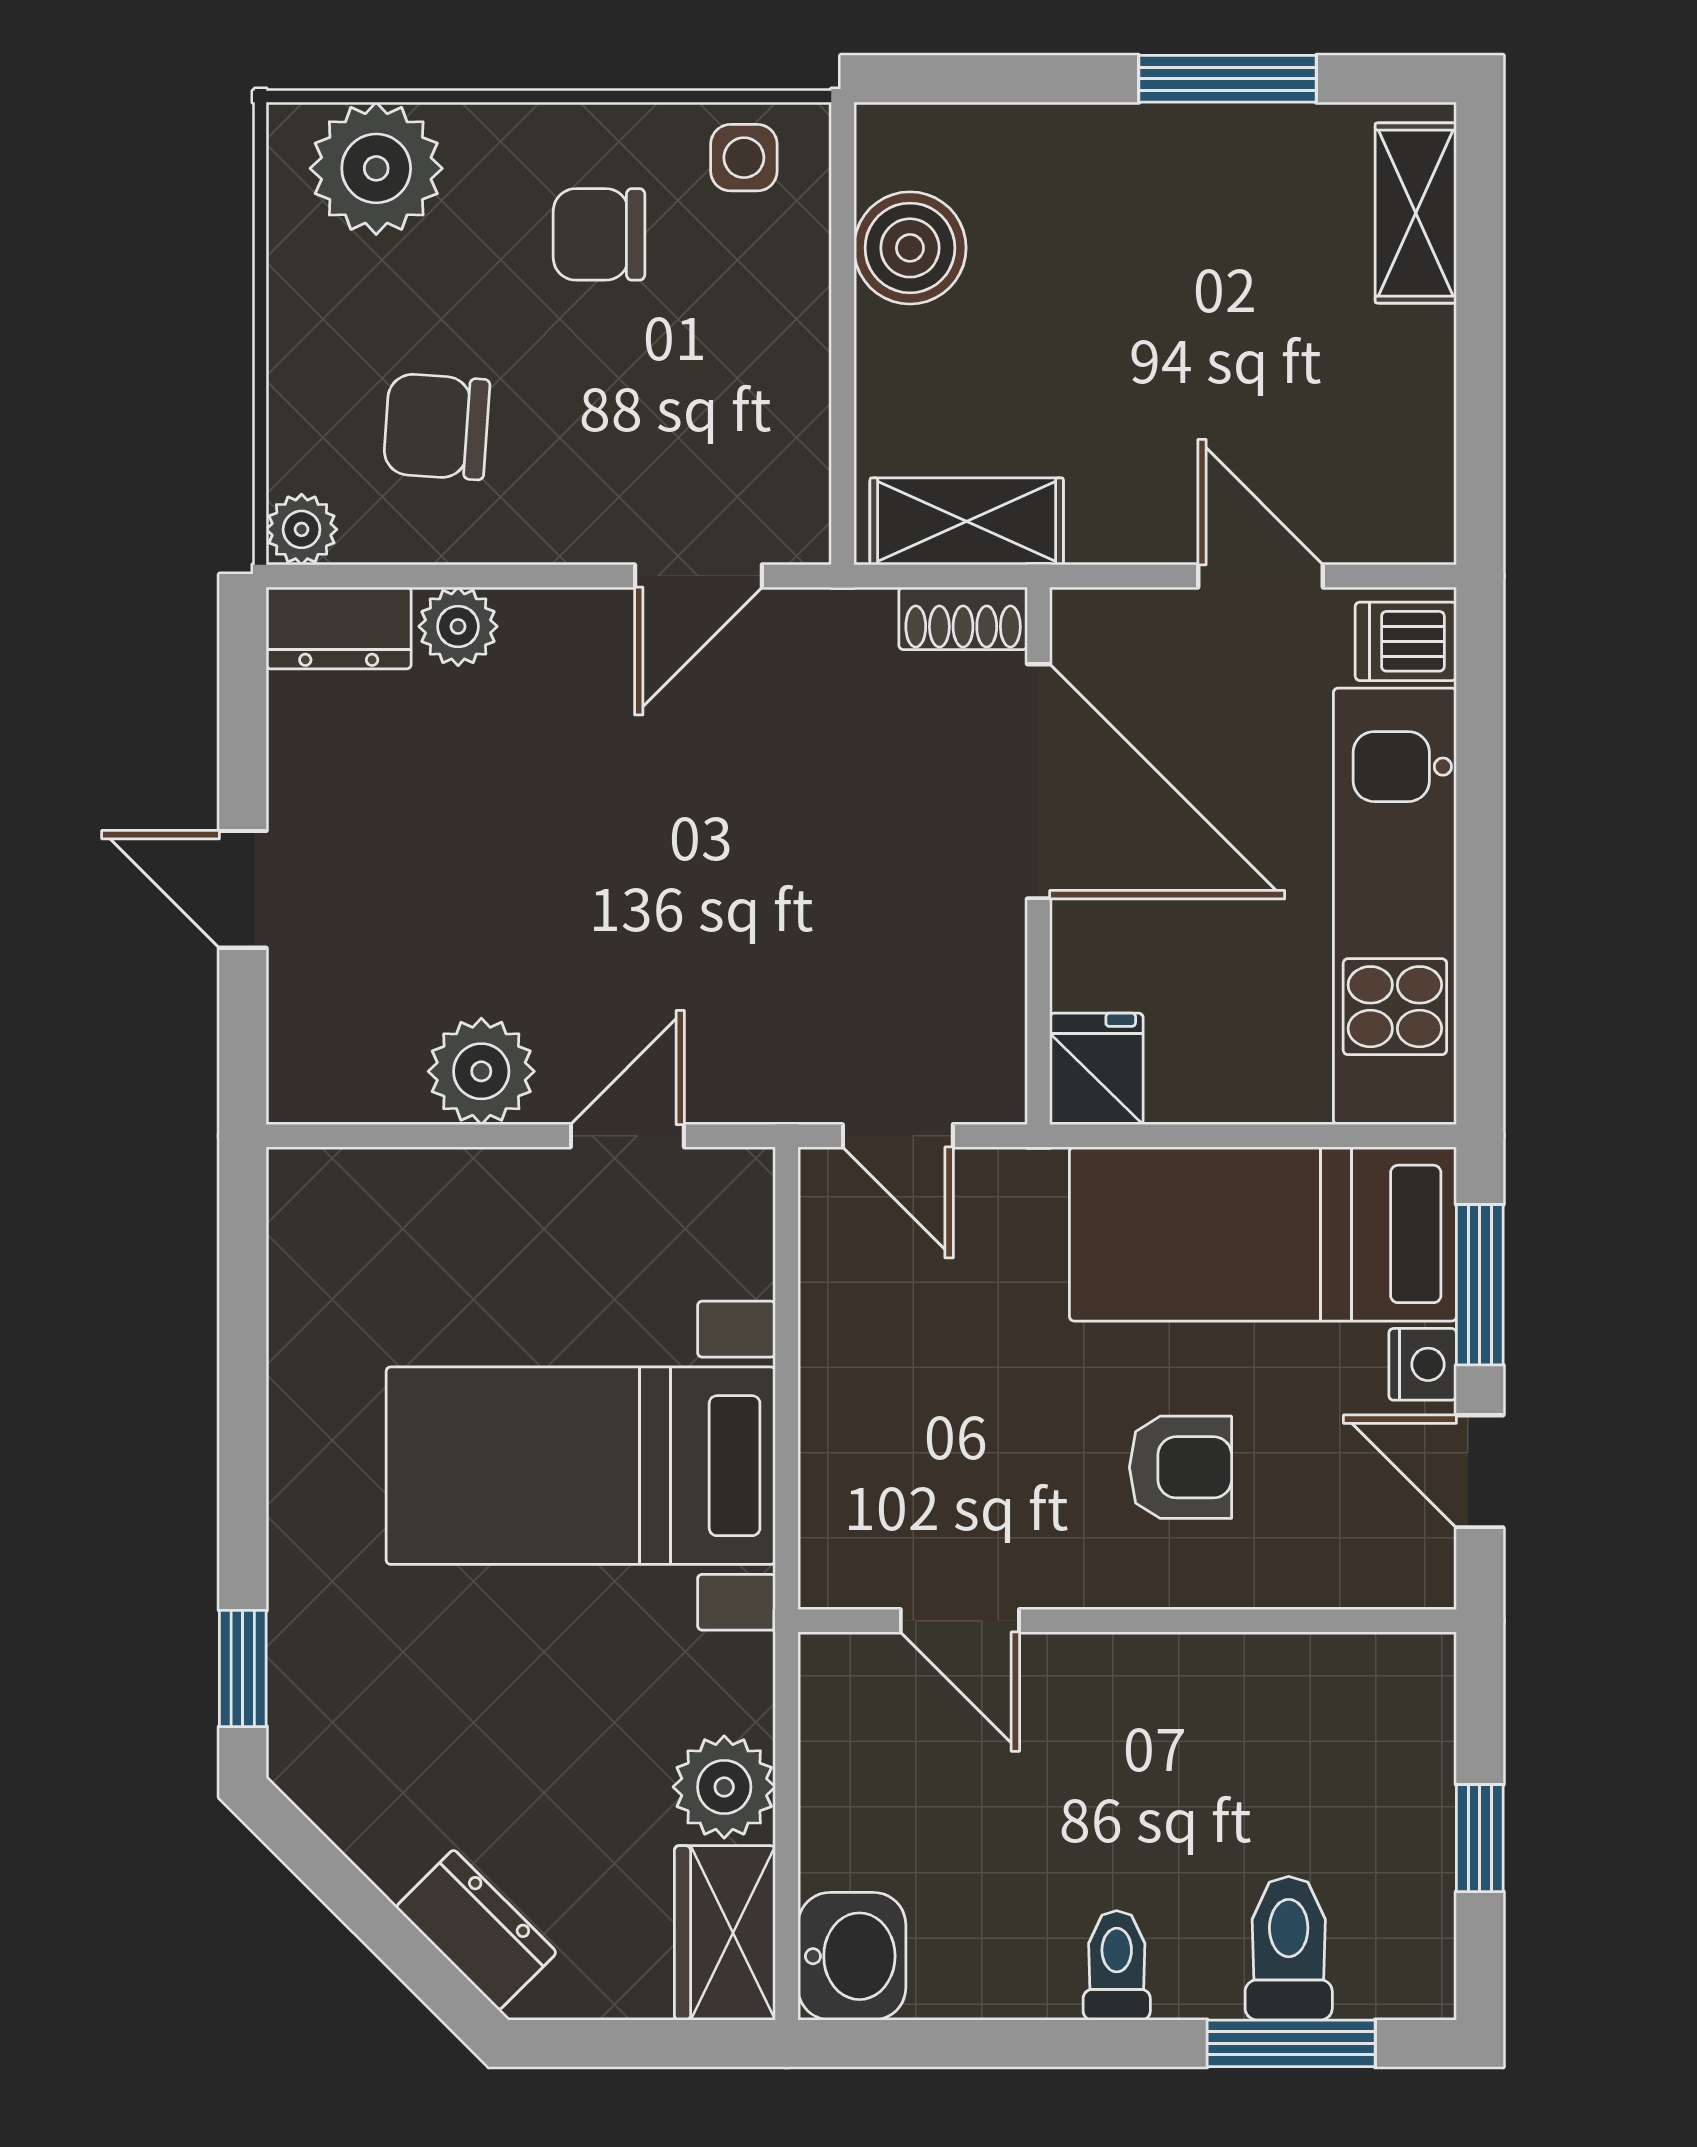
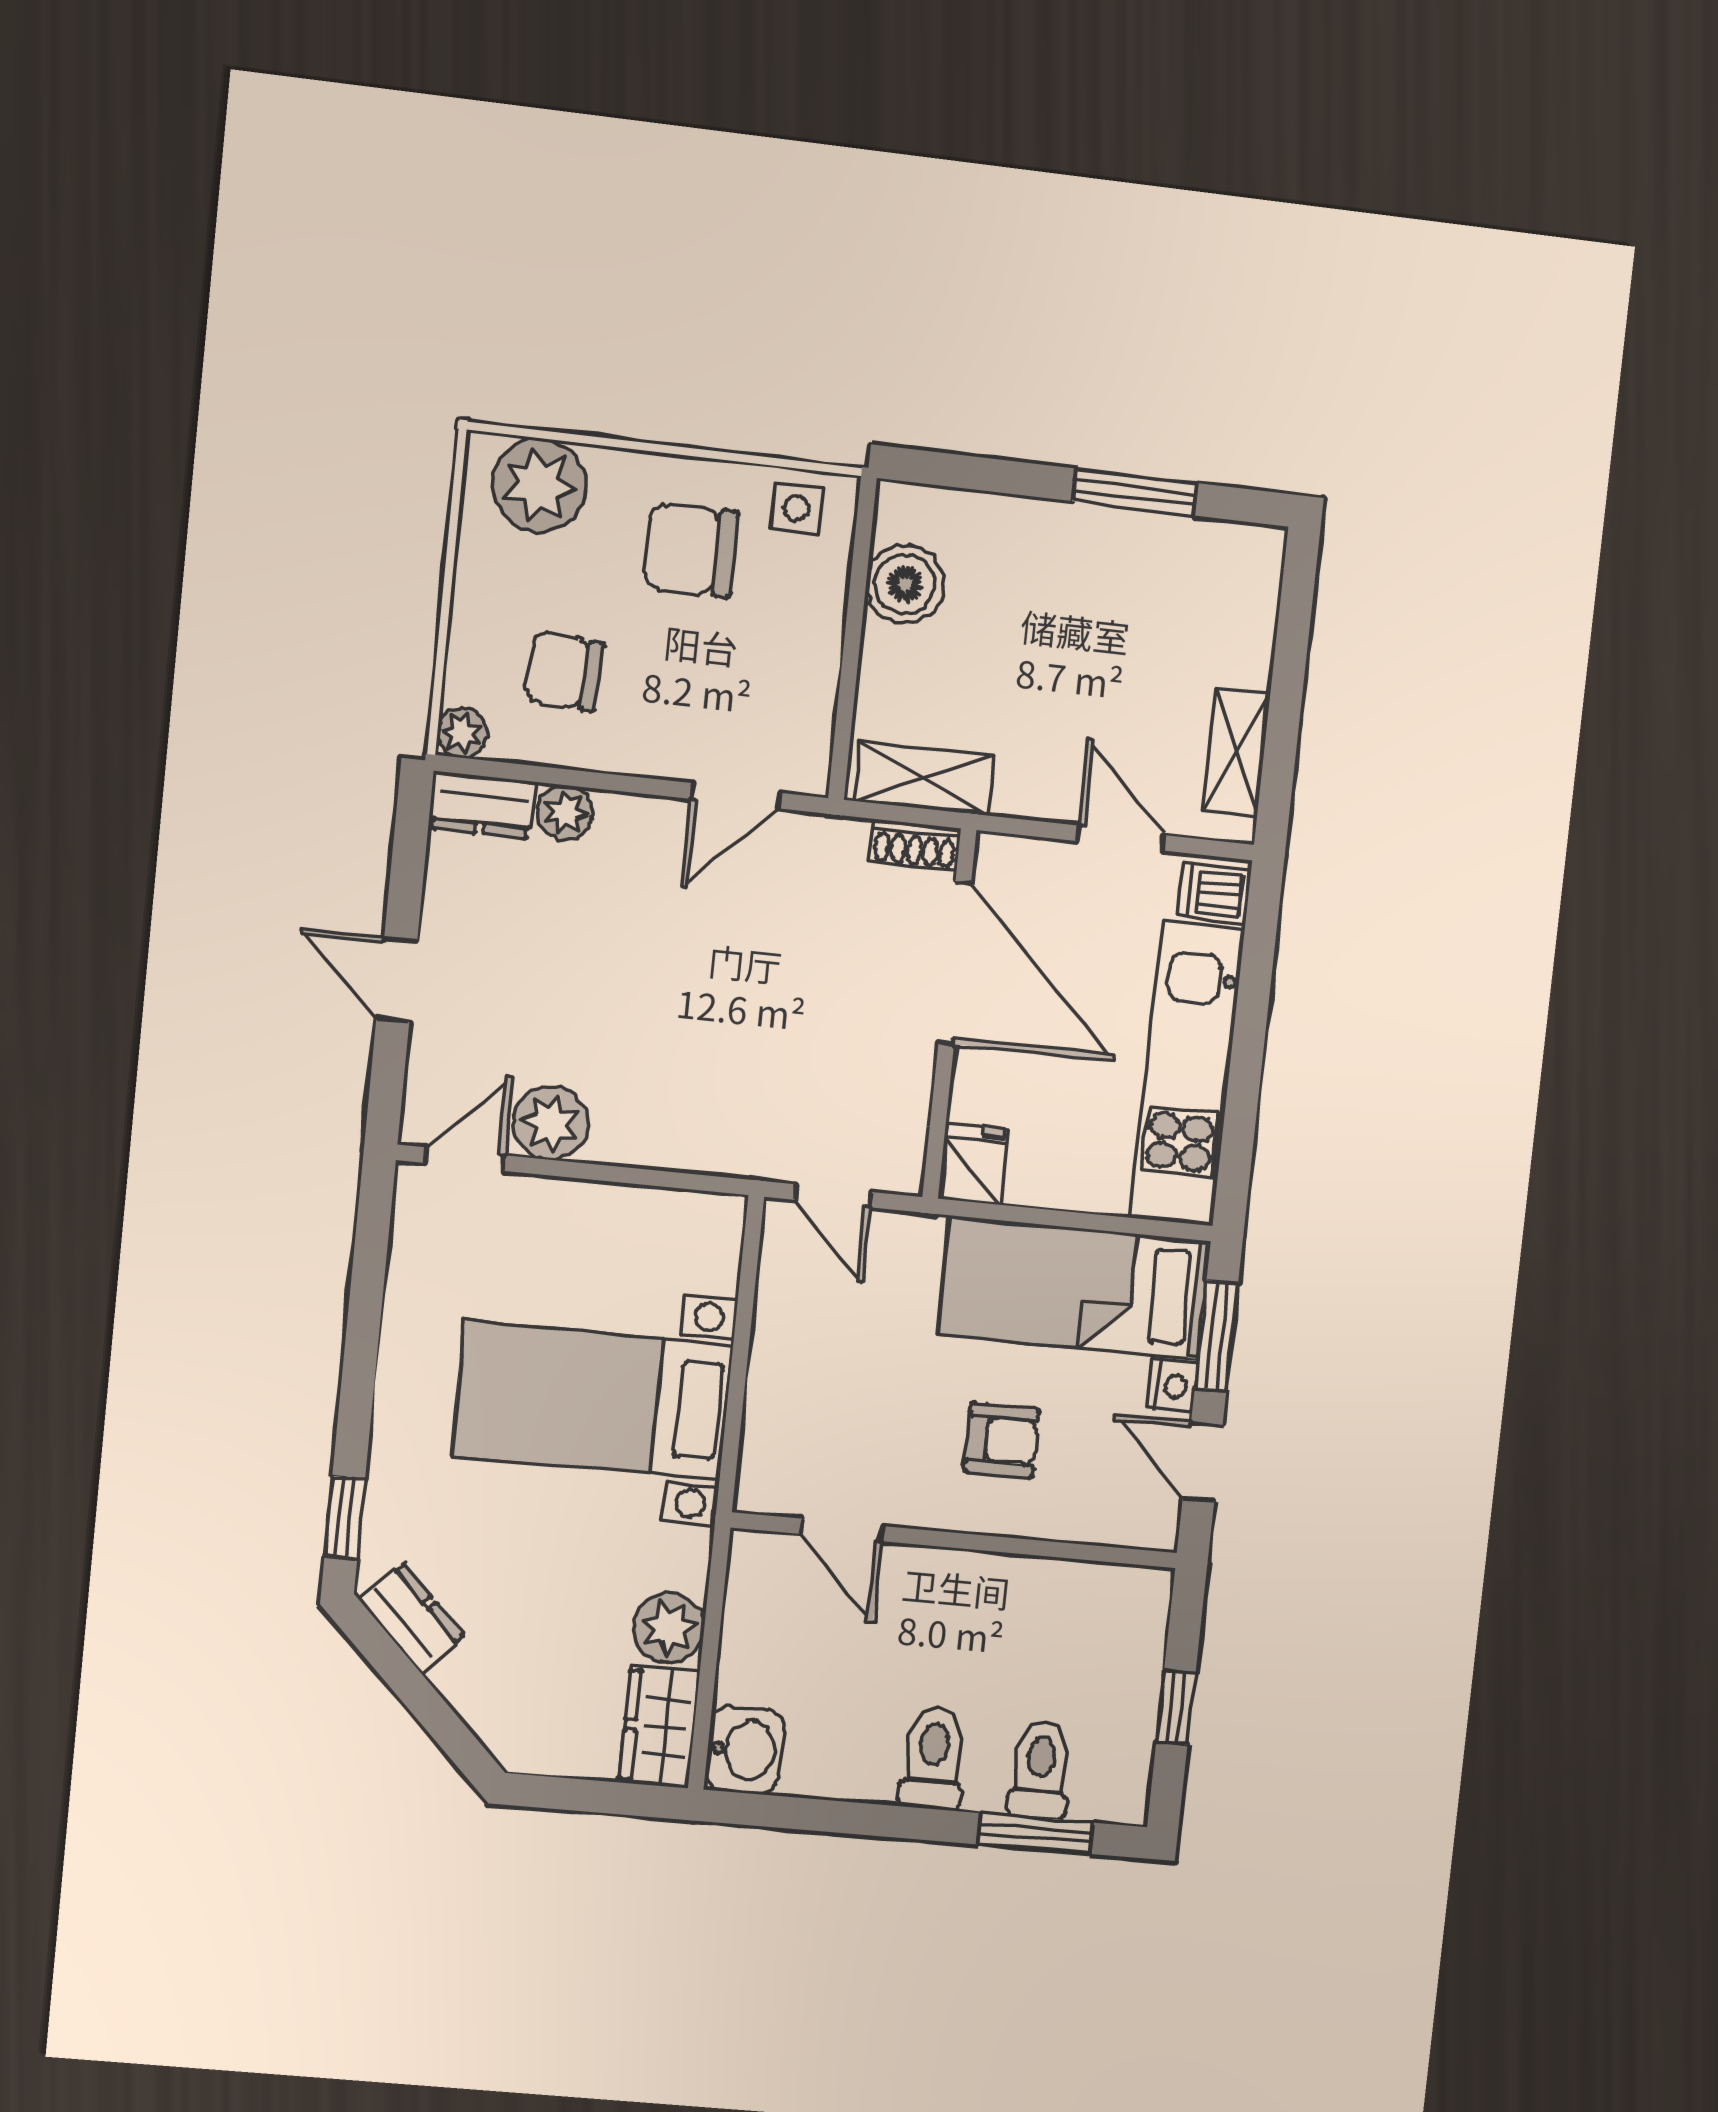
shelving: (1416, 213) -> (1236, 752), moved
chair: (599, 234) -> (691, 550), width x1.37, depth x1.37
door: (627, 1136) -> (465, 1159), moved
dresser: (476, 1930) -> (411, 1618), moved
toilet: (1117, 1965) -> (933, 1758), width x1.37, depth x1.39

